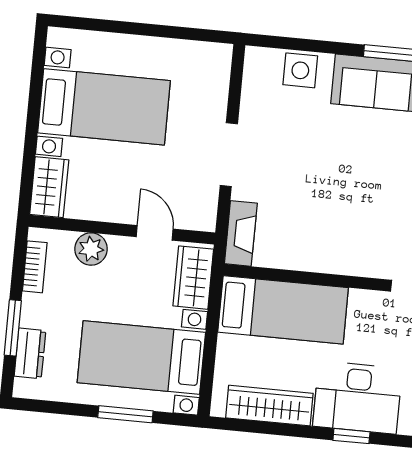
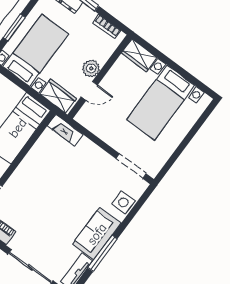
doorway: (229, 155) -> (131, 166), moved
plant: (91, 249) -> (91, 68), moved

